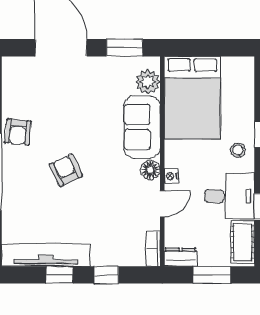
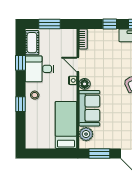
bed: (192, 98) -> (66, 125), width x0.67
door: (162, 204) -> (78, 65), hinge flipped
dresser: (181, 257) -> (67, 34), removed

